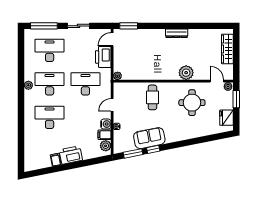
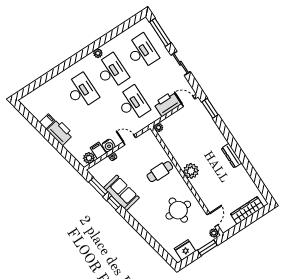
plant: (186, 73) -> (191, 171), moved

